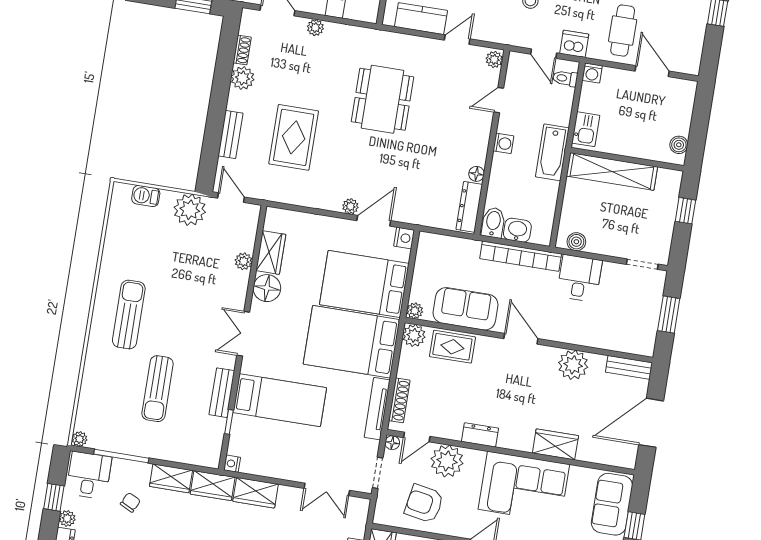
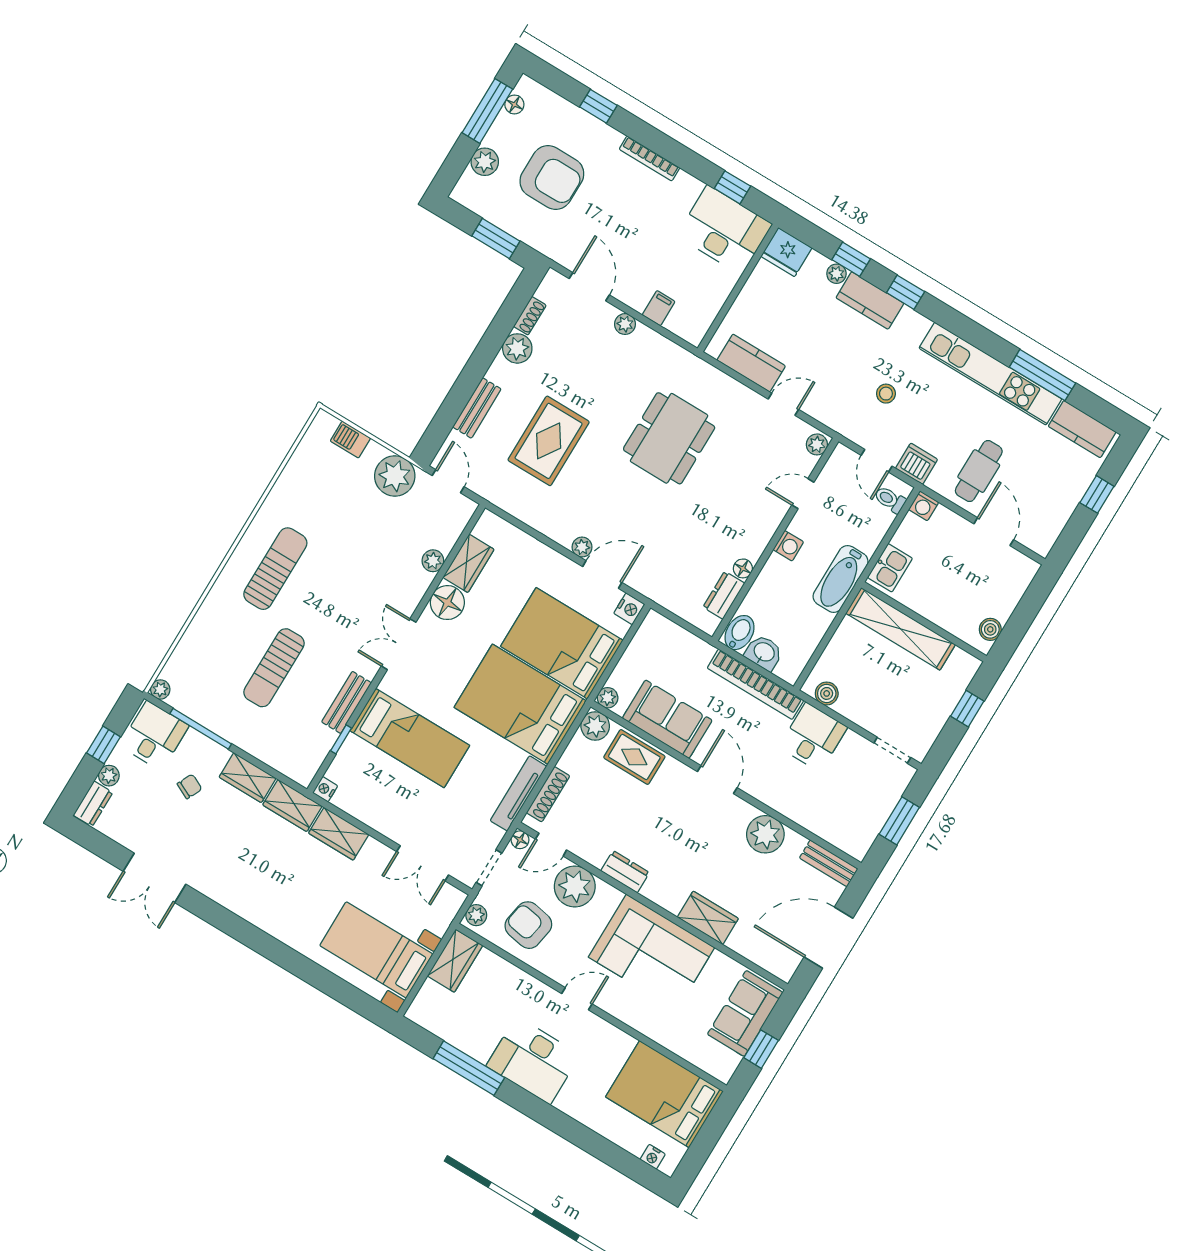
dresser: (469, 207) -> (724, 595), width x0.70
plant: (382, 512) -> (476, 915), added

